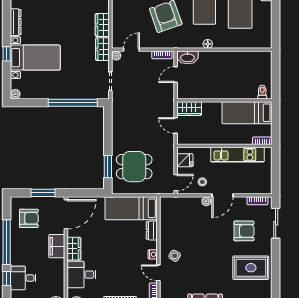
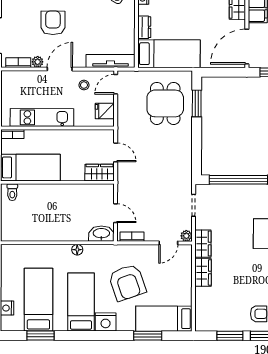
door: (176, 75) -> (115, 213), hinge flipped
dining table: (134, 167) -> (165, 103), turned 90
plant: (206, 201) -> (38, 62), moved
tv unit: (180, 202) -> (111, 61), added
armchair: (244, 231) -> (53, 23), moved, turned 90

